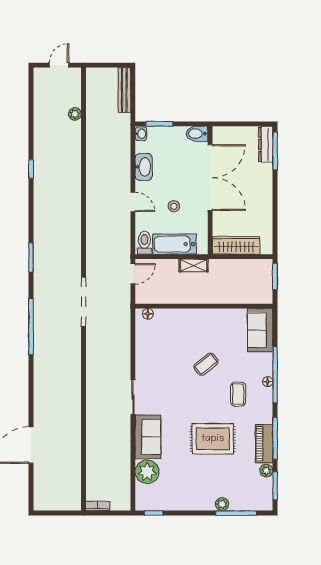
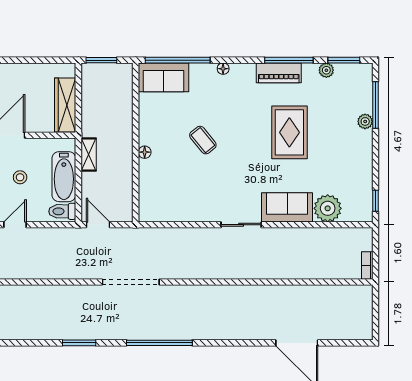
floor lamp: (148, 314) -> (145, 152), moved
window: (275, 375) -> (178, 60), moved
coffee table: (238, 394) -> (238, 103), removed
piano: (264, 444) -> (279, 73), moved

